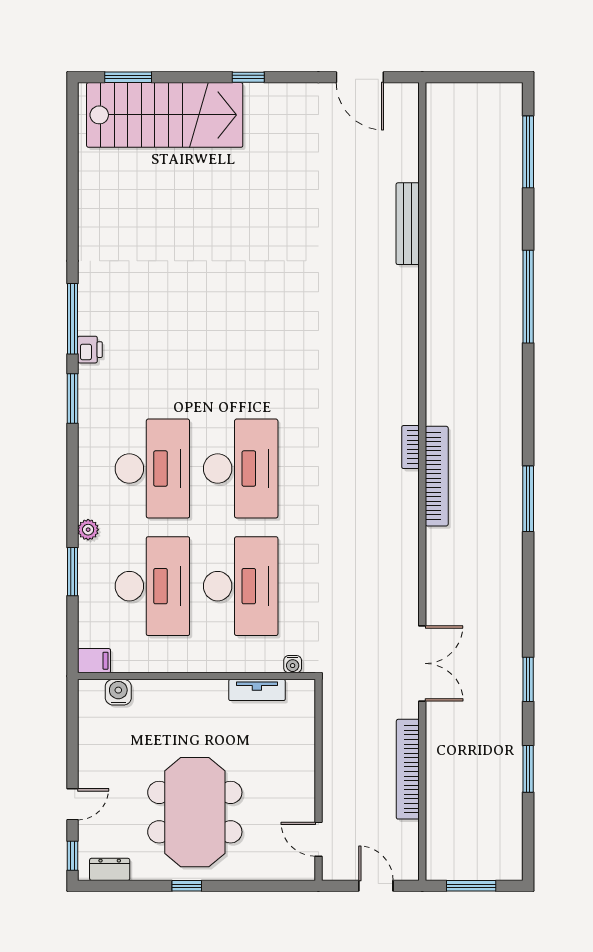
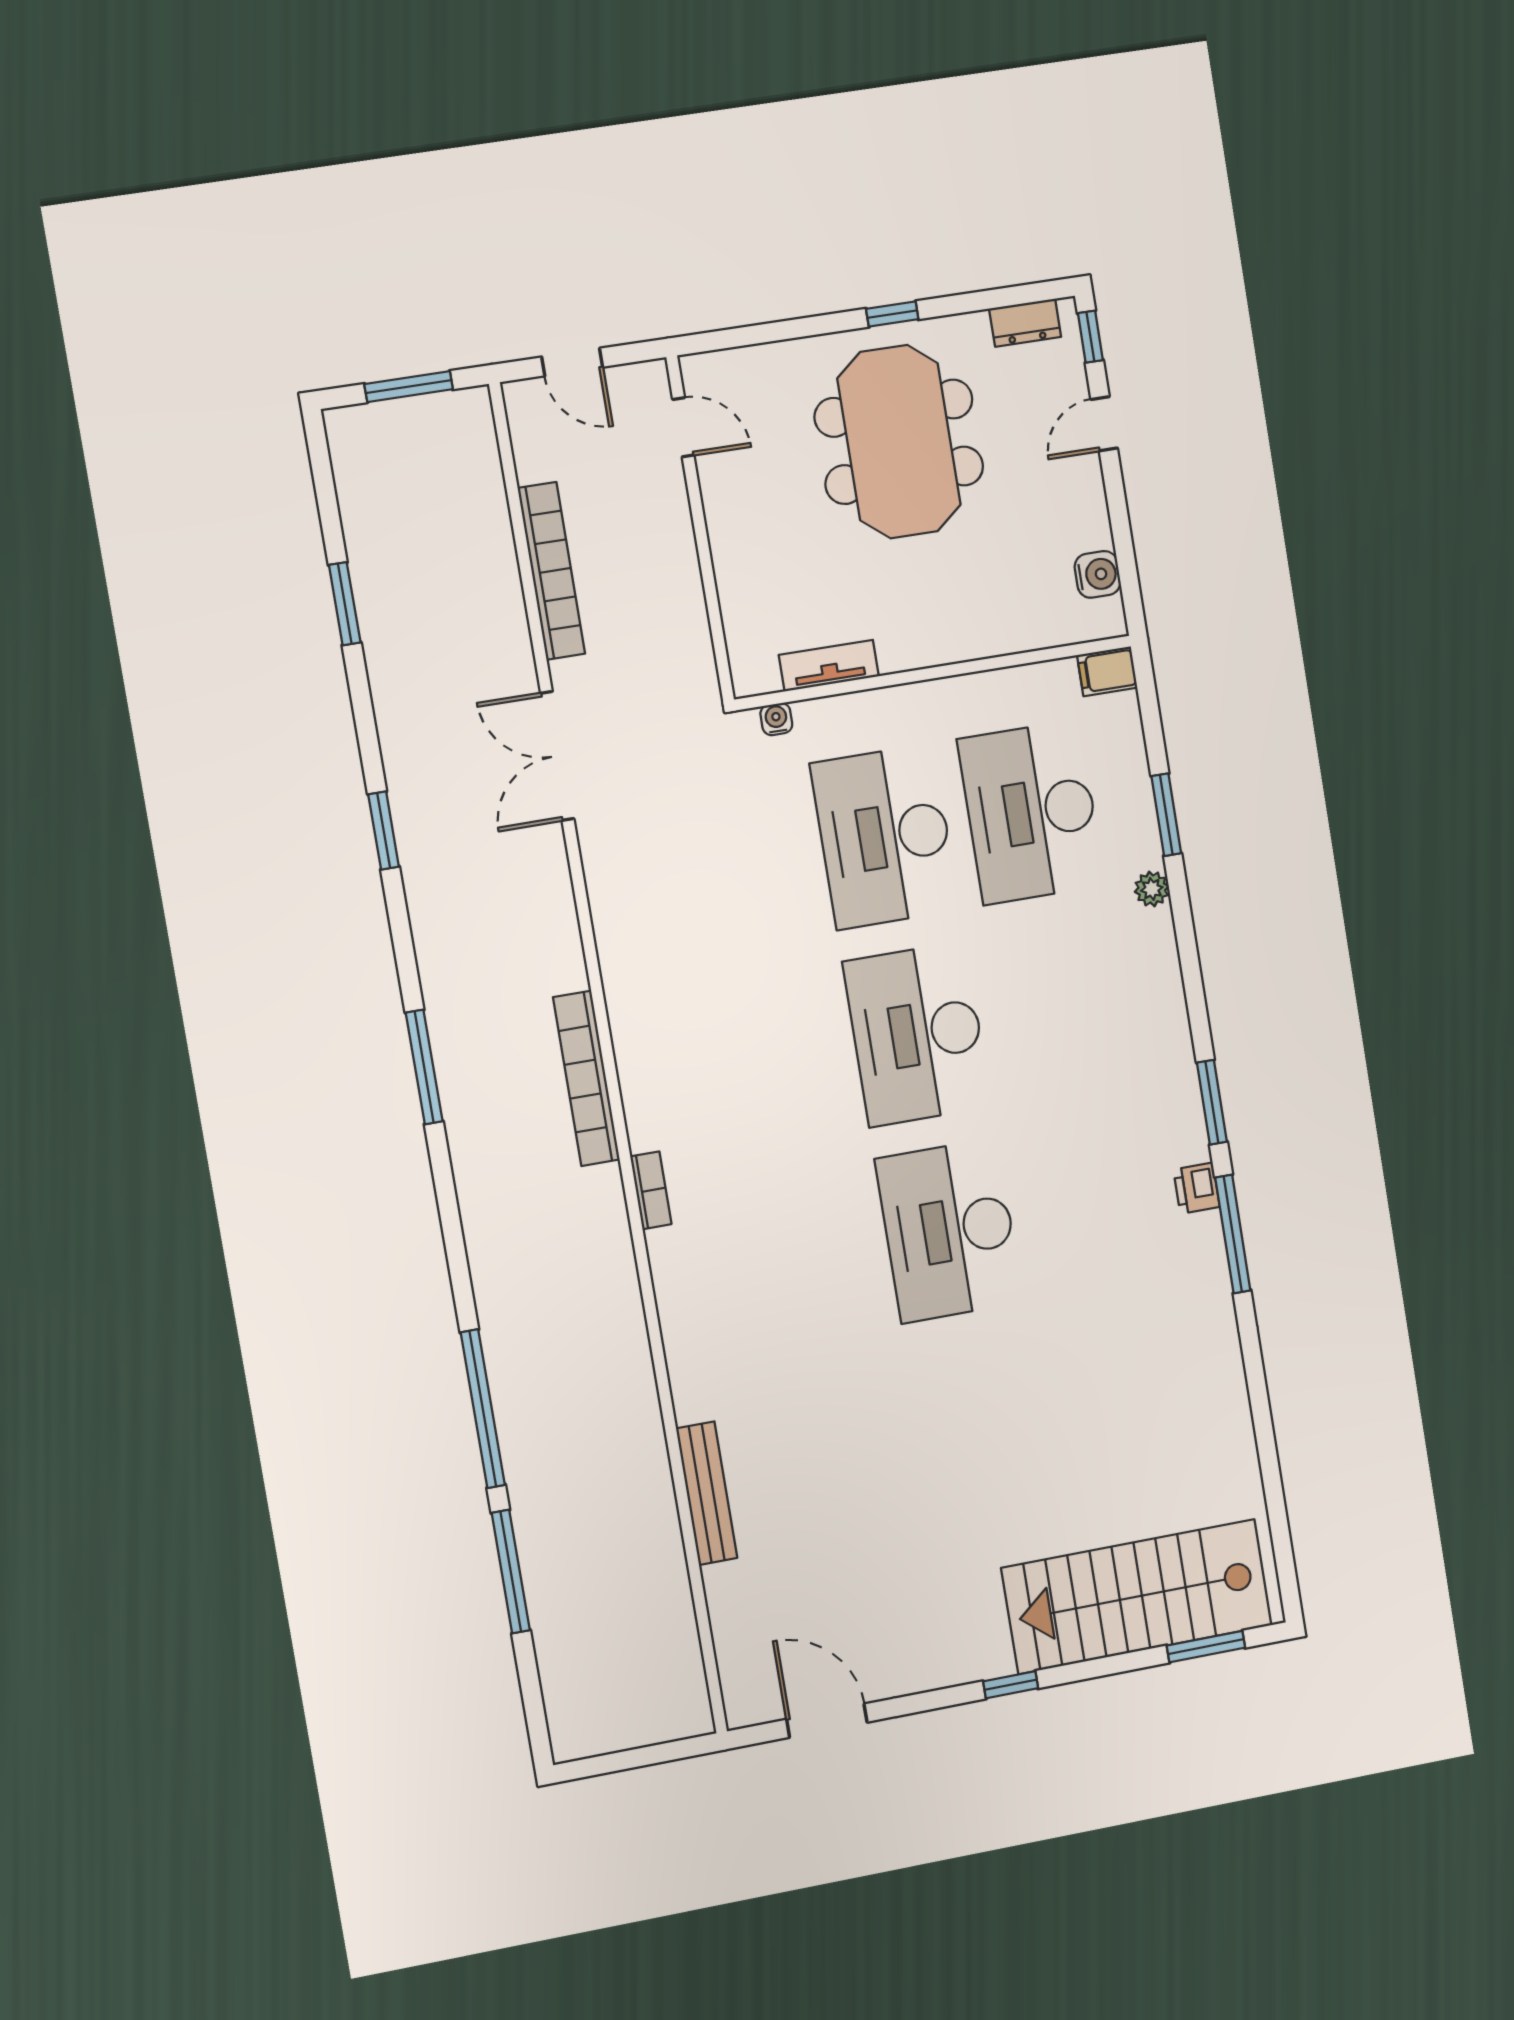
window: (528, 152) -> (511, 1572), moved
bookcase: (410, 447) -> (651, 1190), moved
desk: (152, 469) -> (949, 1230), moved
window: (528, 679) -> (384, 831), moved
water cooler: (118, 692) -> (1098, 574), moved, turned -90

